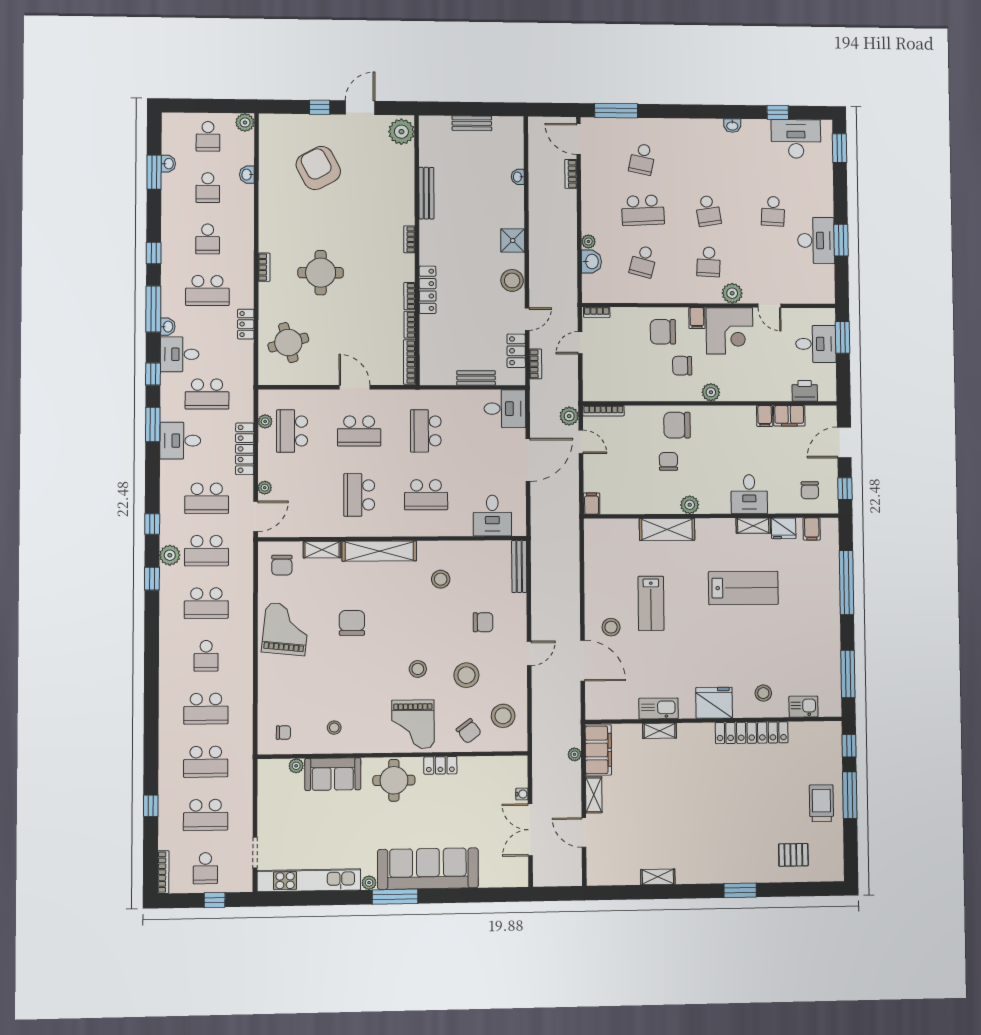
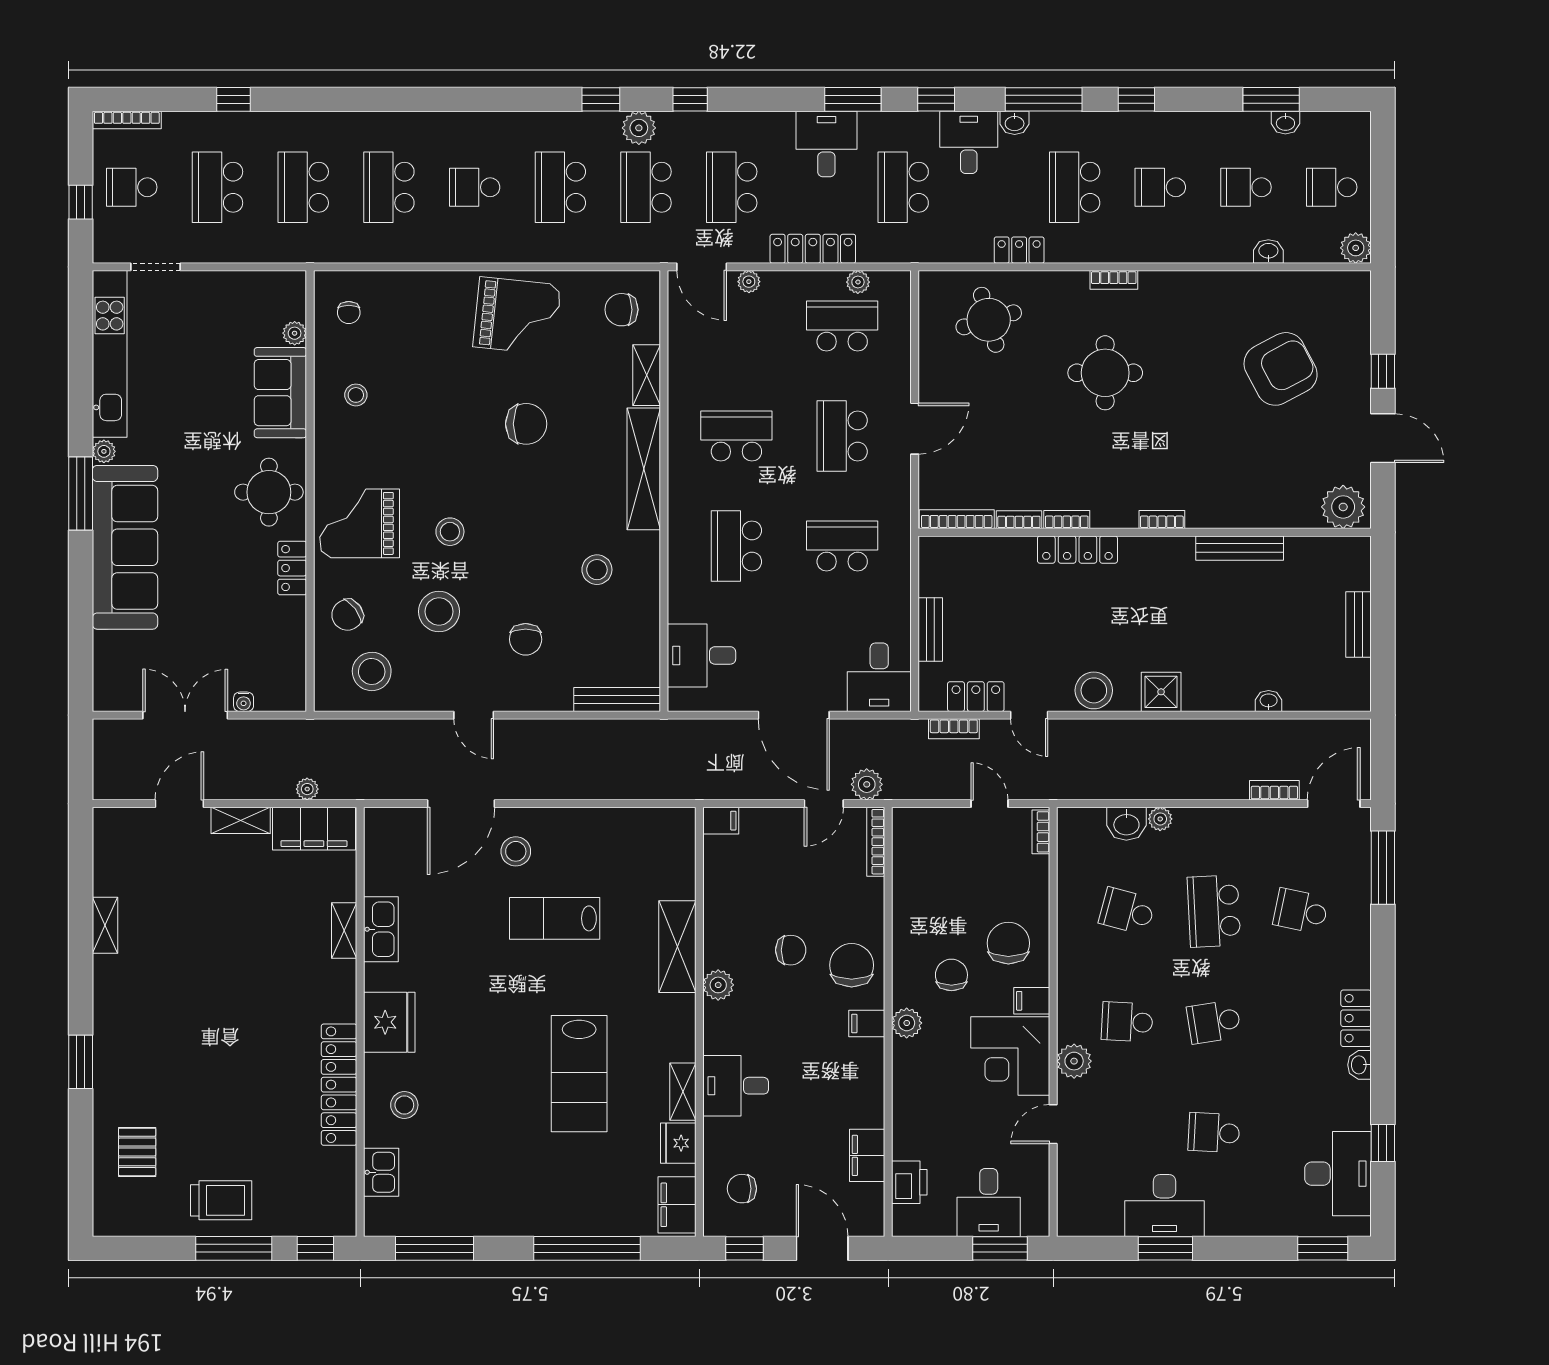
locker: (705, 127) -> (1356, 1018), added
filing cabinet: (765, 416) -> (867, 1024), moved
filing cabinet: (812, 529) -> (677, 1205), width x2.00

